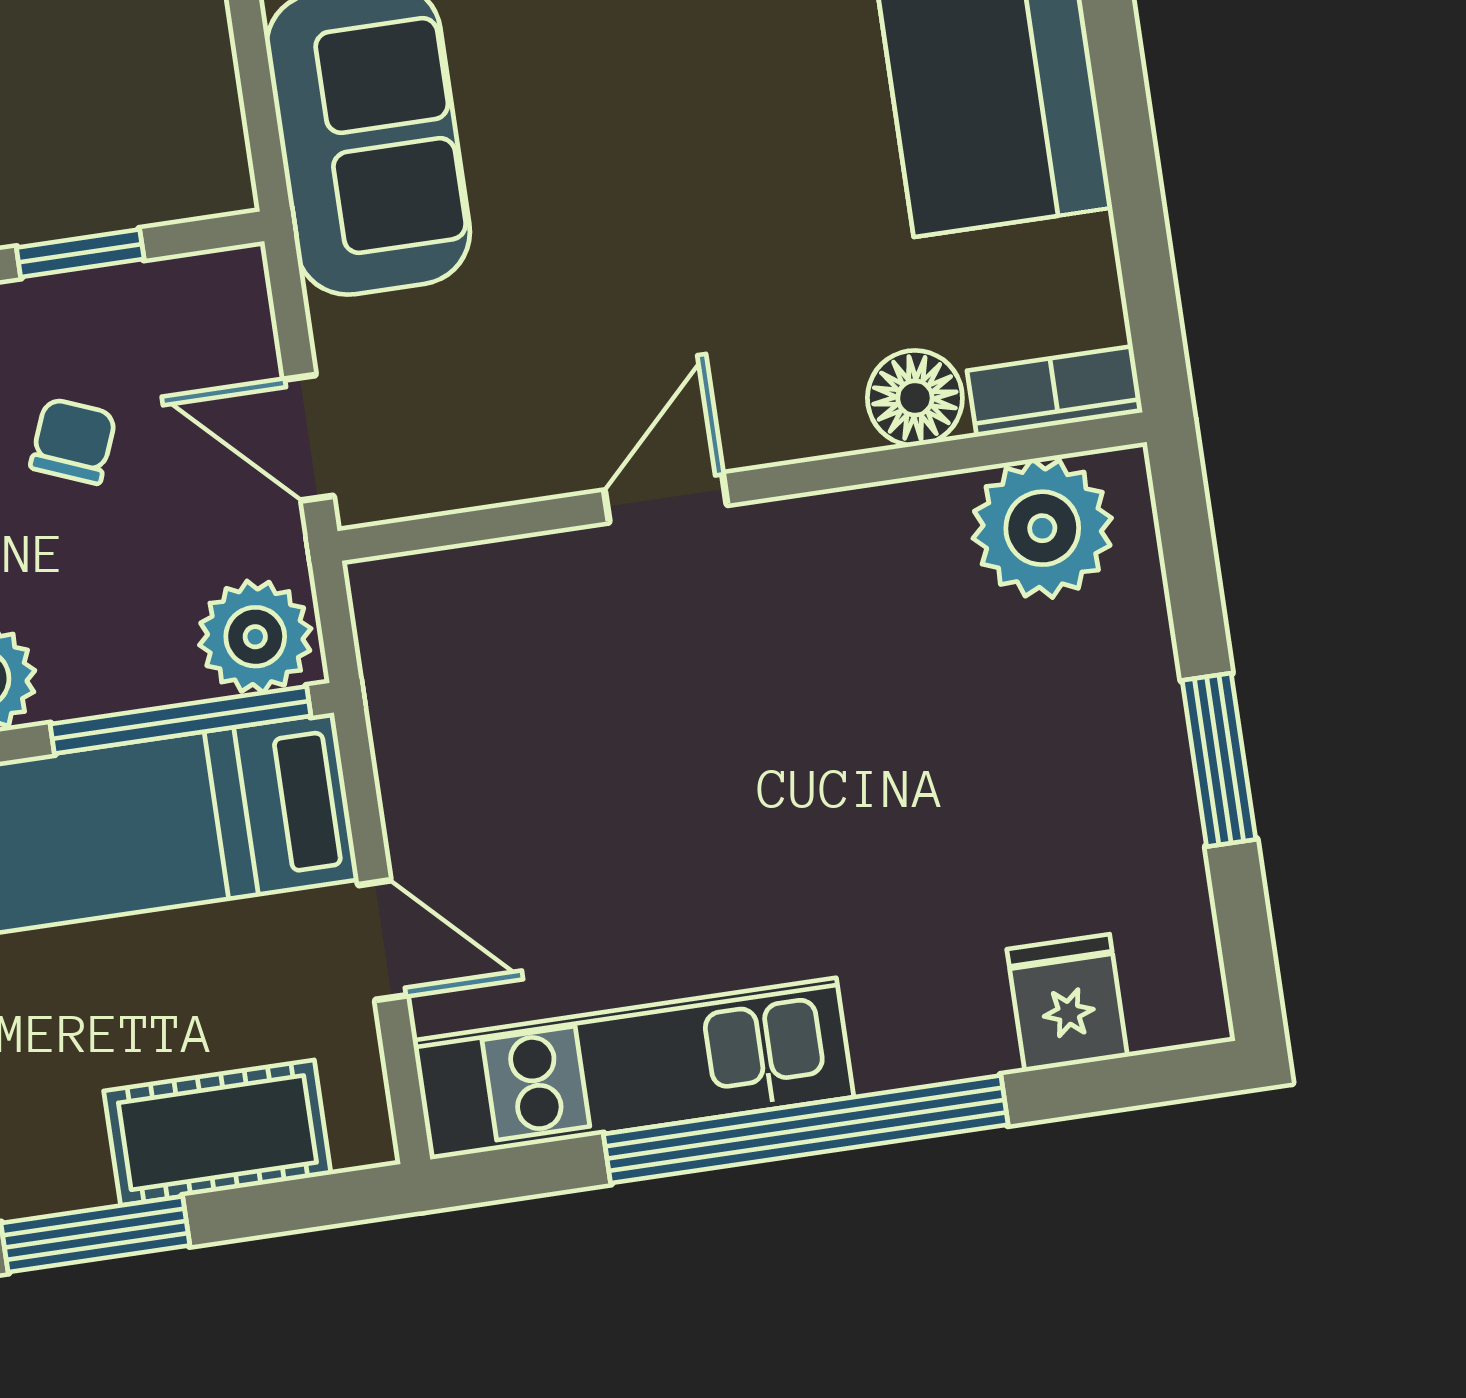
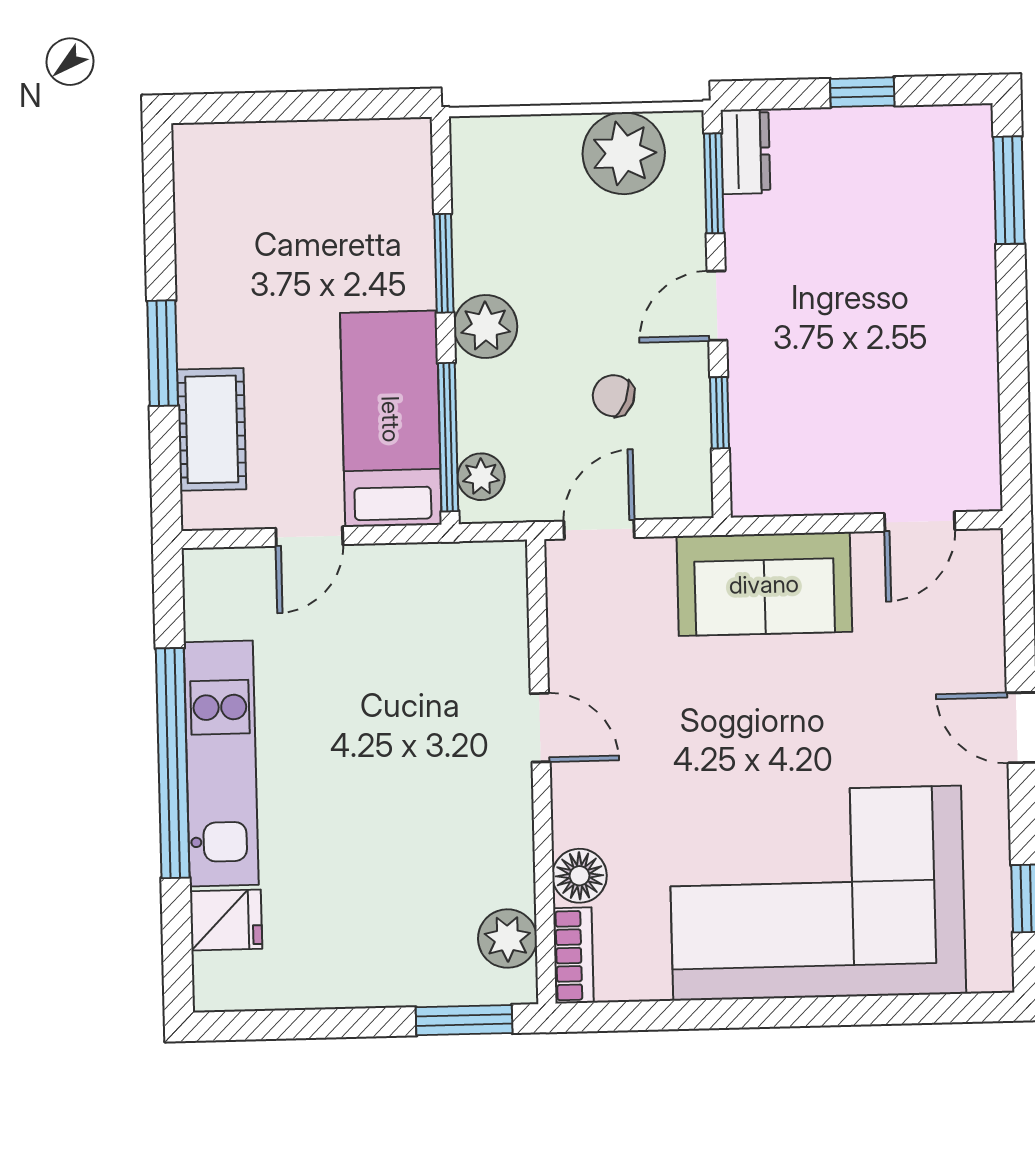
chair: (73, 441) -> (614, 396), turned 180
plant: (1042, 528) -> (507, 939), width x0.73, depth x0.73
plant: (255, 637) -> (481, 477), width x0.73, depth x0.73
window: (1219, 760) -> (464, 1020), moved
kitchen unit: (633, 1069) -> (221, 764), moved

